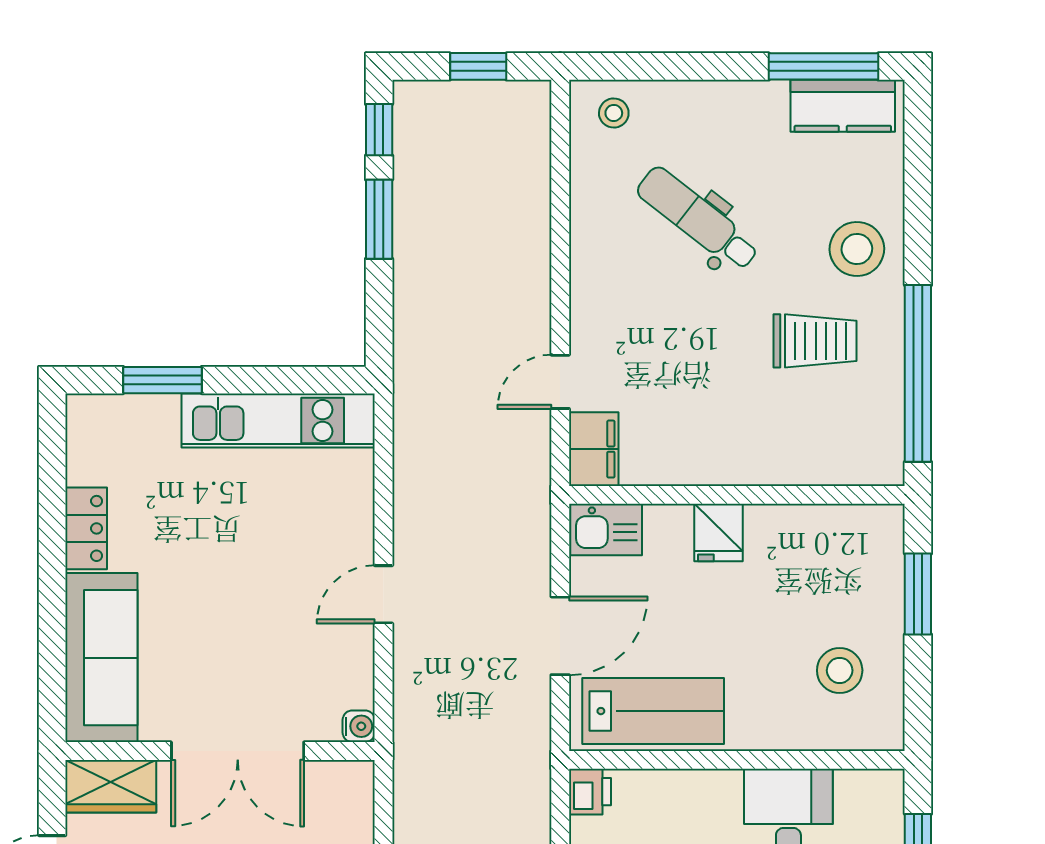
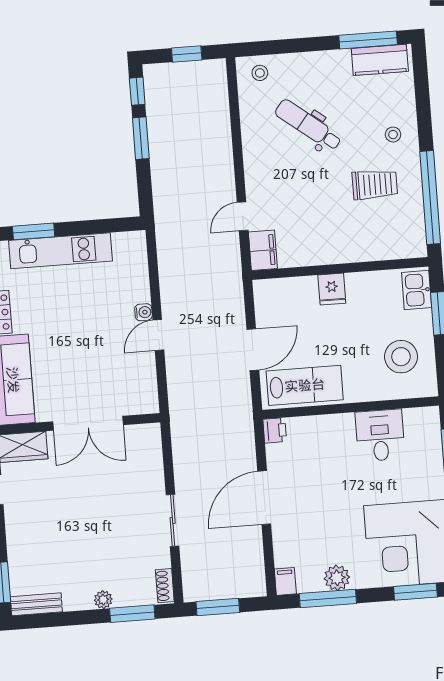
stool: (857, 249) -> (393, 135), width x0.53, depth x0.53
kitchen unit: (278, 420) -> (60, 251), moved
kitchen sink: (606, 530) -> (417, 290), moved, turned 90
stool: (840, 670) -> (401, 357), width x1.38, depth x1.38
water cooler: (359, 726) -> (143, 312), moved

